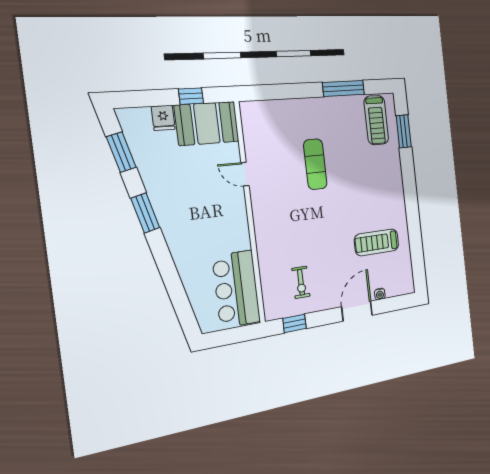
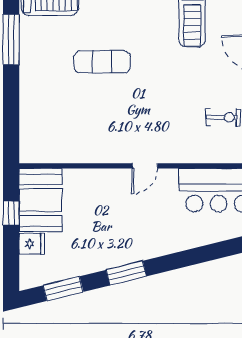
exercise mat: (315, 164) -> (102, 62), moved
door: (245, 174) -> (145, 166), moved

